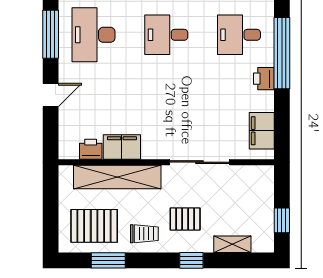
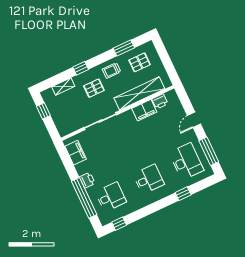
pallet: (94, 226) -> (140, 62), width x0.67, depth x0.71

